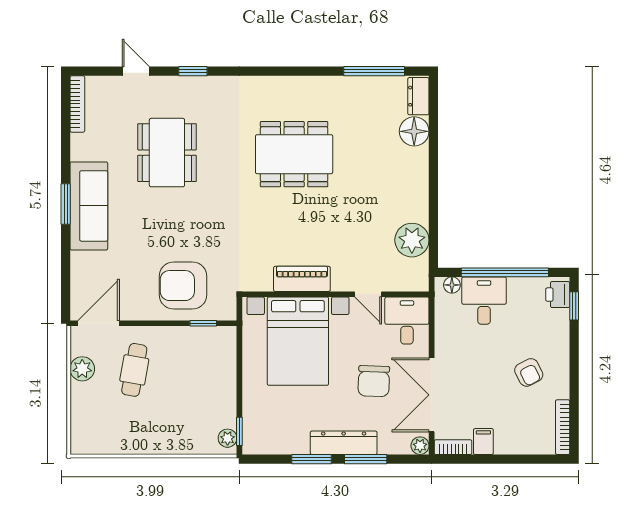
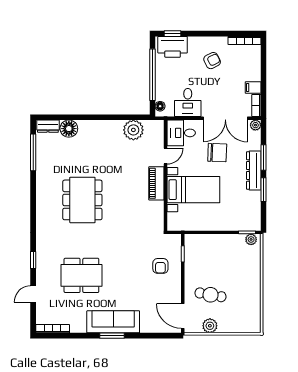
piano: (302, 279) -> (156, 183), moved
armchair: (183, 286) -> (160, 266), width x0.53, depth x0.53
printer: (558, 295) -> (173, 47), width x1.87, depth x1.48
desk: (484, 301) -> (188, 103), moved, turned -90
bed with nightstands: (298, 341) -> (193, 190), width x0.73

